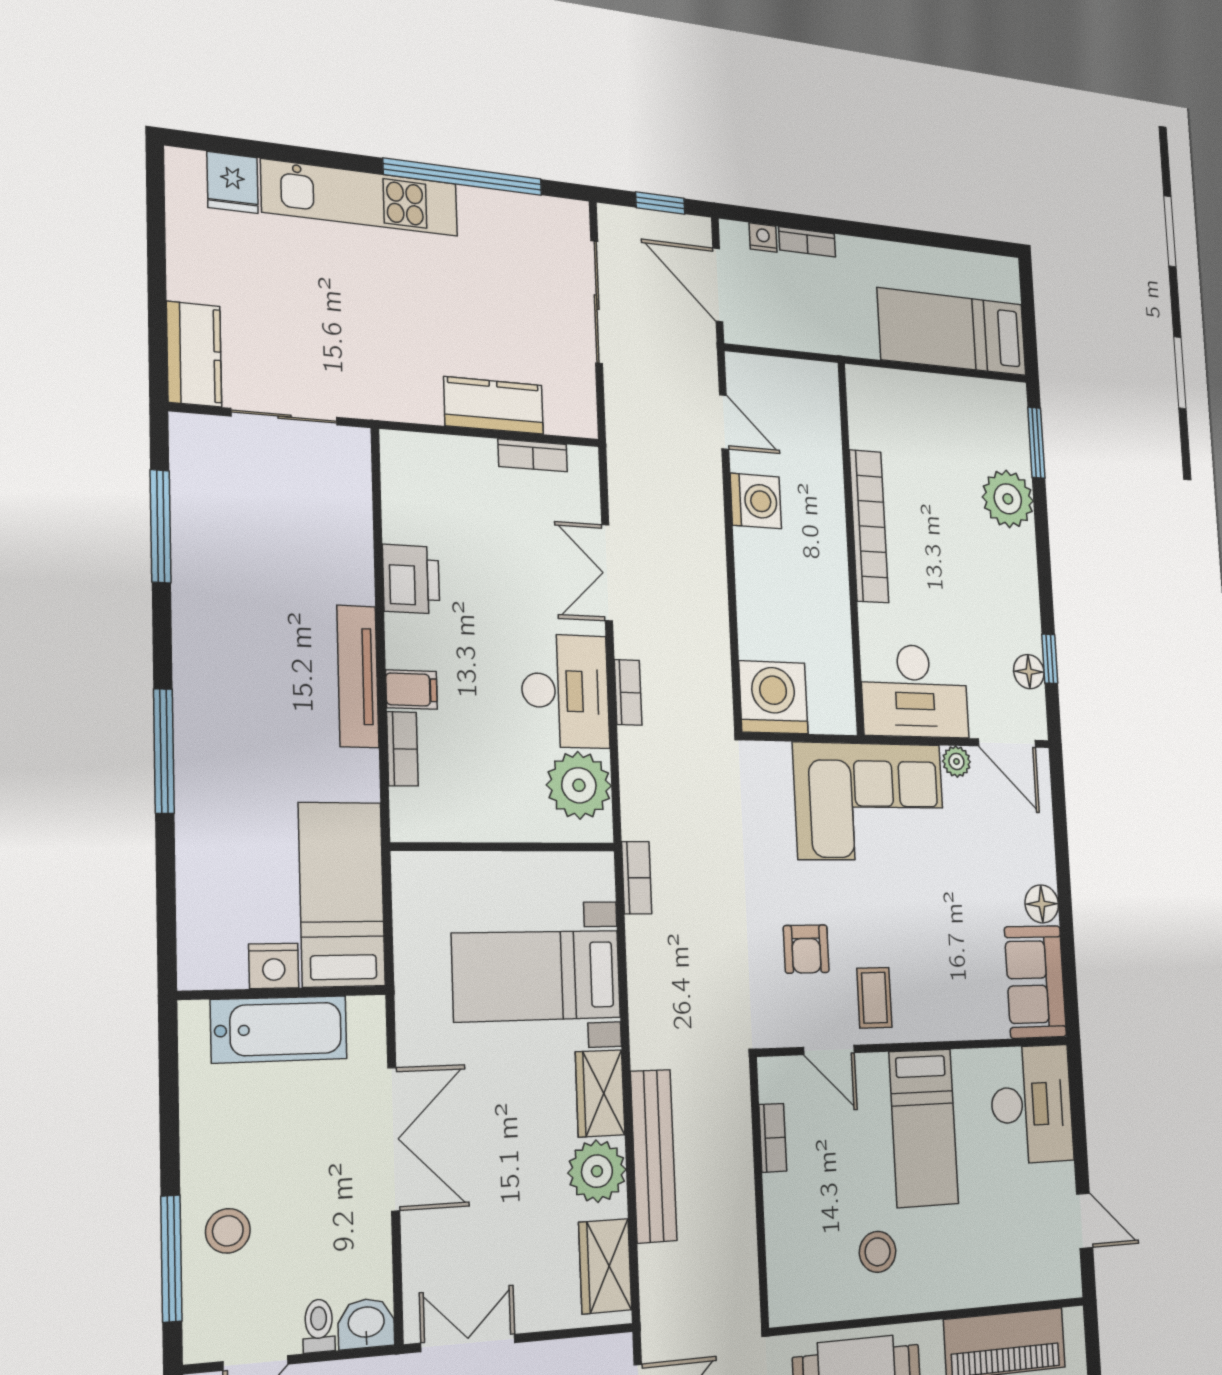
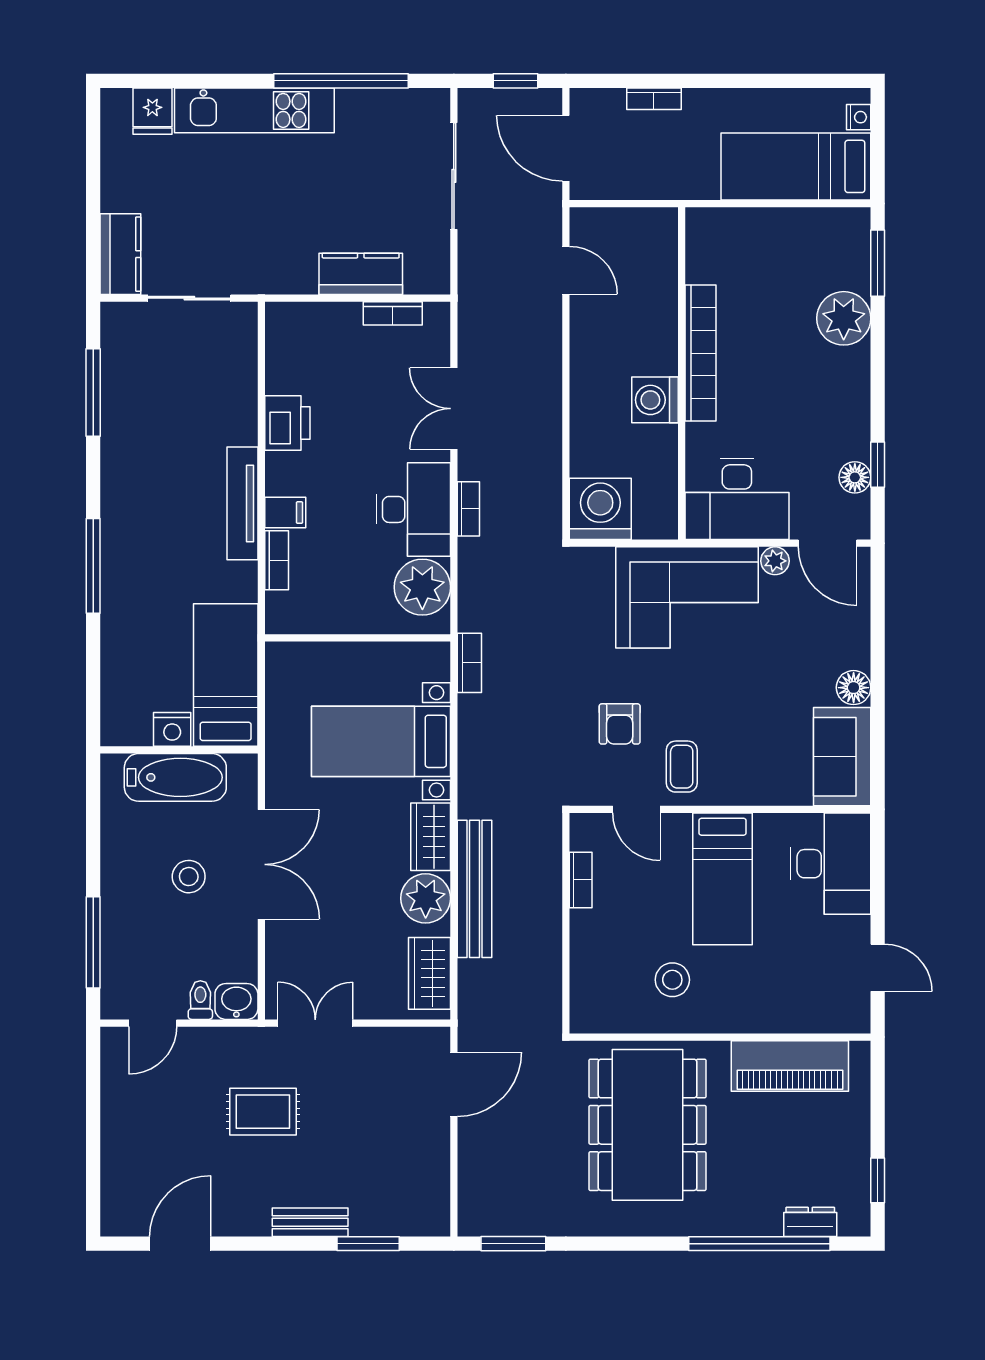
nightstand: (763, 238) -> (859, 117), moved, turned 90
washing machine: (756, 501) -> (655, 400), moved, turned 180
stool: (228, 1231) -> (189, 877), moved

